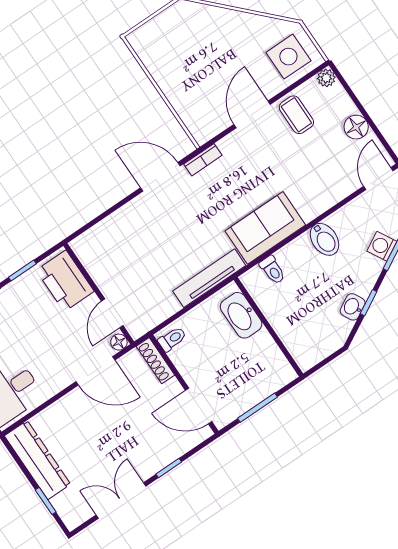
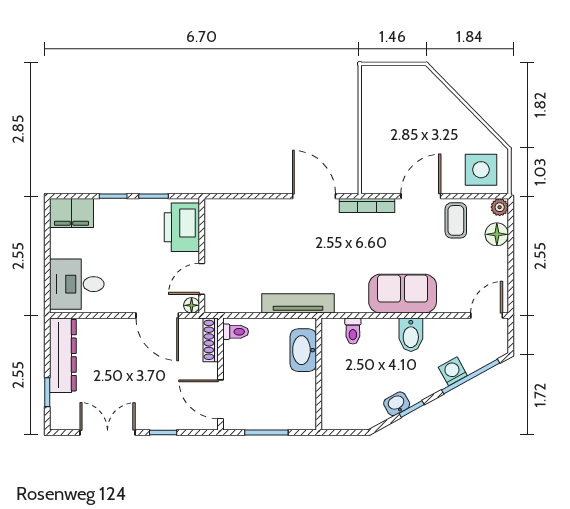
floor lamp: (356, 127) -> (497, 234), moved
bookcase: (203, 160) -> (367, 206), width x1.56
sofa: (265, 228) -> (403, 294), moved

